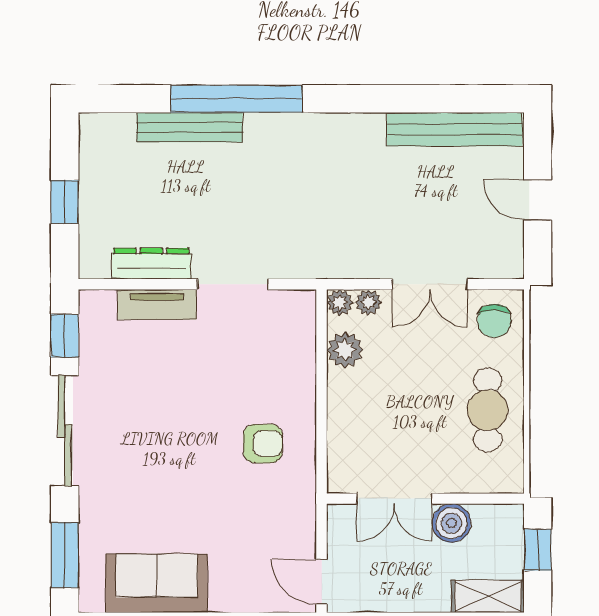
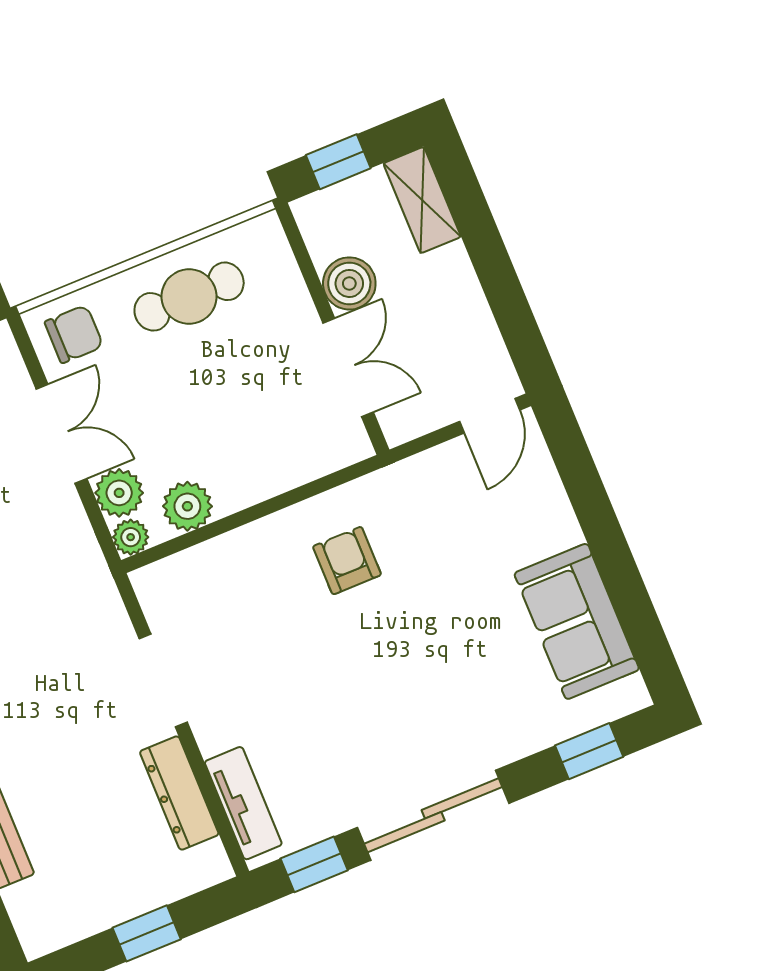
plant: (368, 302) -> (119, 493), width x1.38, depth x1.38
tv unit: (157, 304) -> (243, 803), moved
window: (65, 555) -> (589, 751), width x0.67

